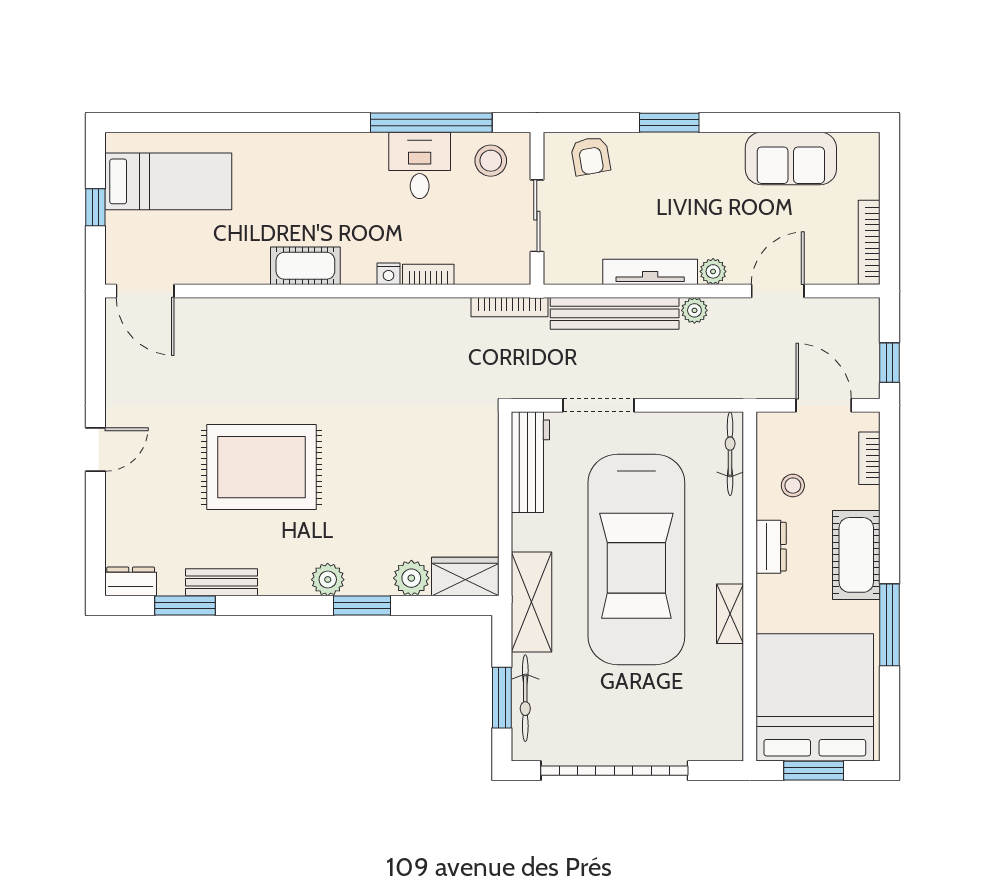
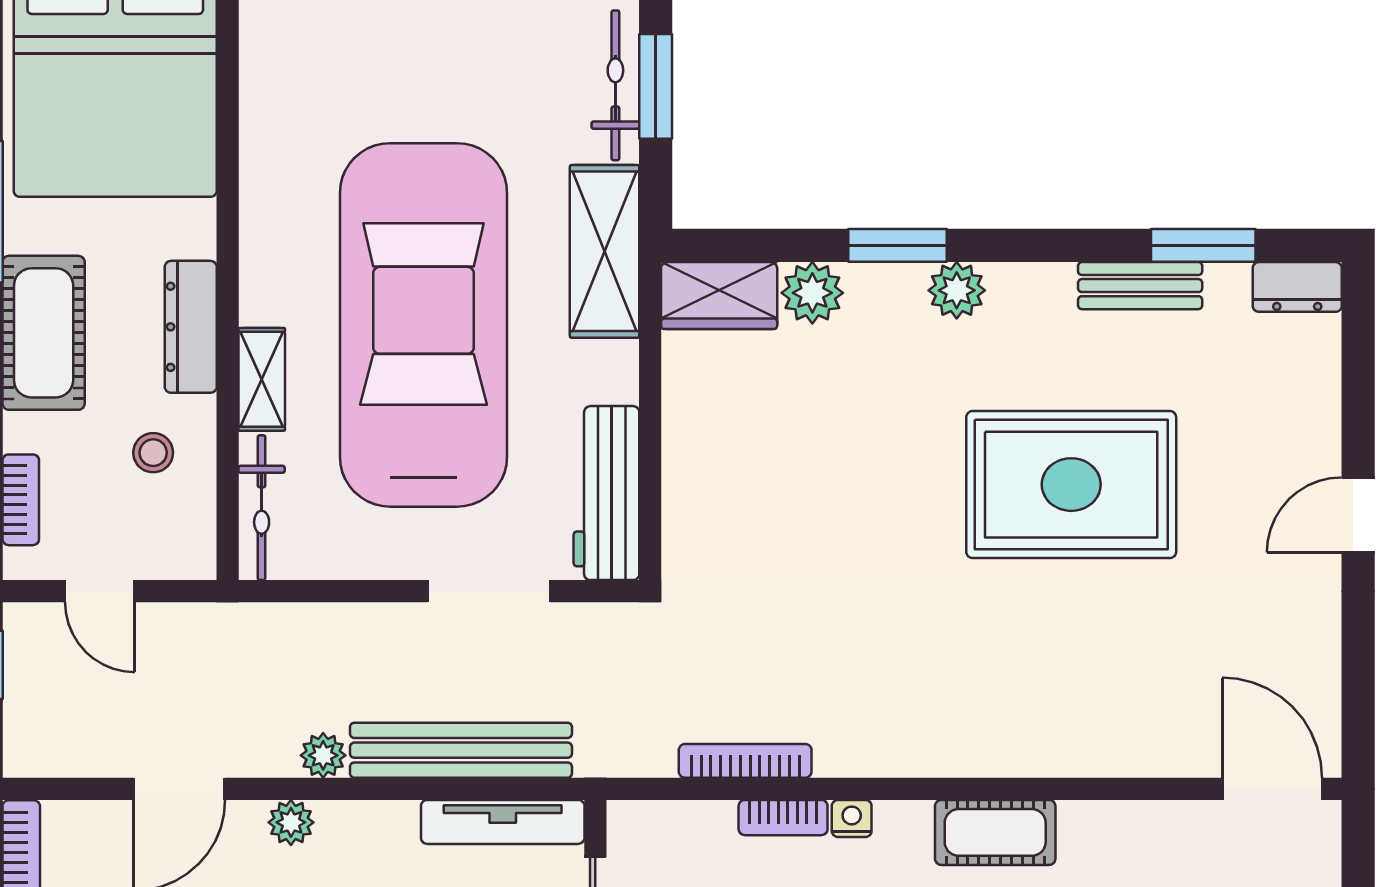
tv unit: (650, 272) -> (503, 822), moved
bookcase: (510, 307) -> (745, 761), moved
door: (824, 405) -> (100, 591), width x0.73
dresser: (771, 547) -> (191, 327), width x1.44
shelving: (730, 614) -> (262, 379), moved

